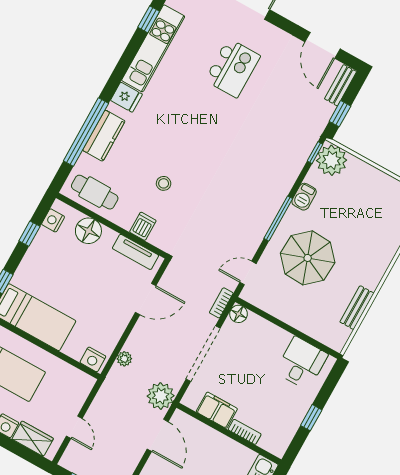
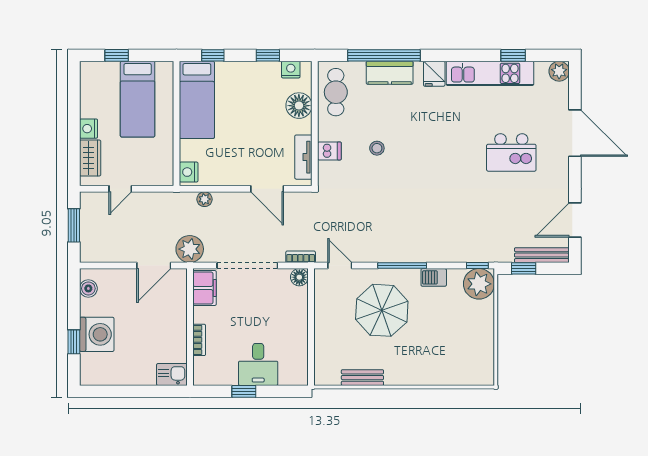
bench: (341, 85) -> (542, 255), width x1.36
desk: (301, 363) -> (258, 364), moved, turned 90
filing cabinet: (217, 410) -> (205, 288), moved

